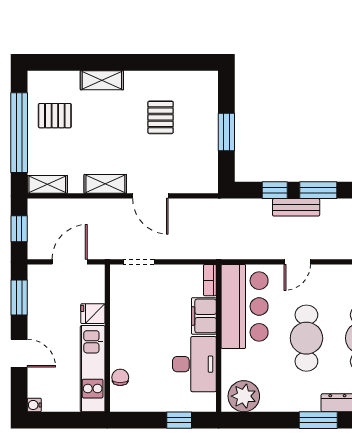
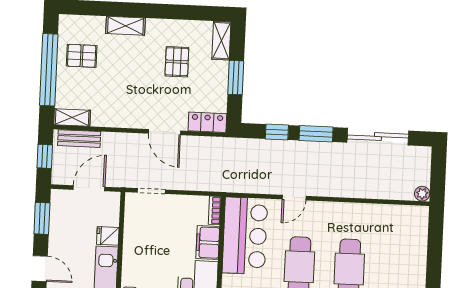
locker: (197, 183) -> (207, 122), added
shelving: (105, 184) -> (221, 41), moved, turned 90
bench: (296, 207) -> (79, 139), moved

